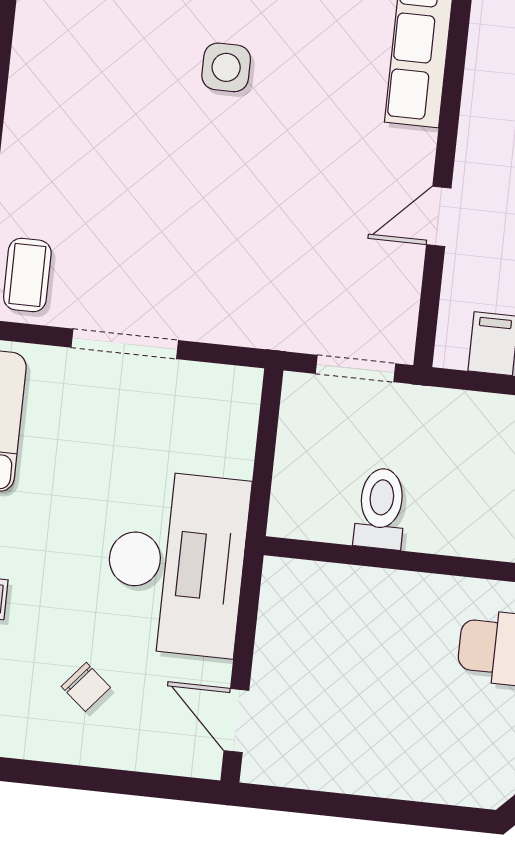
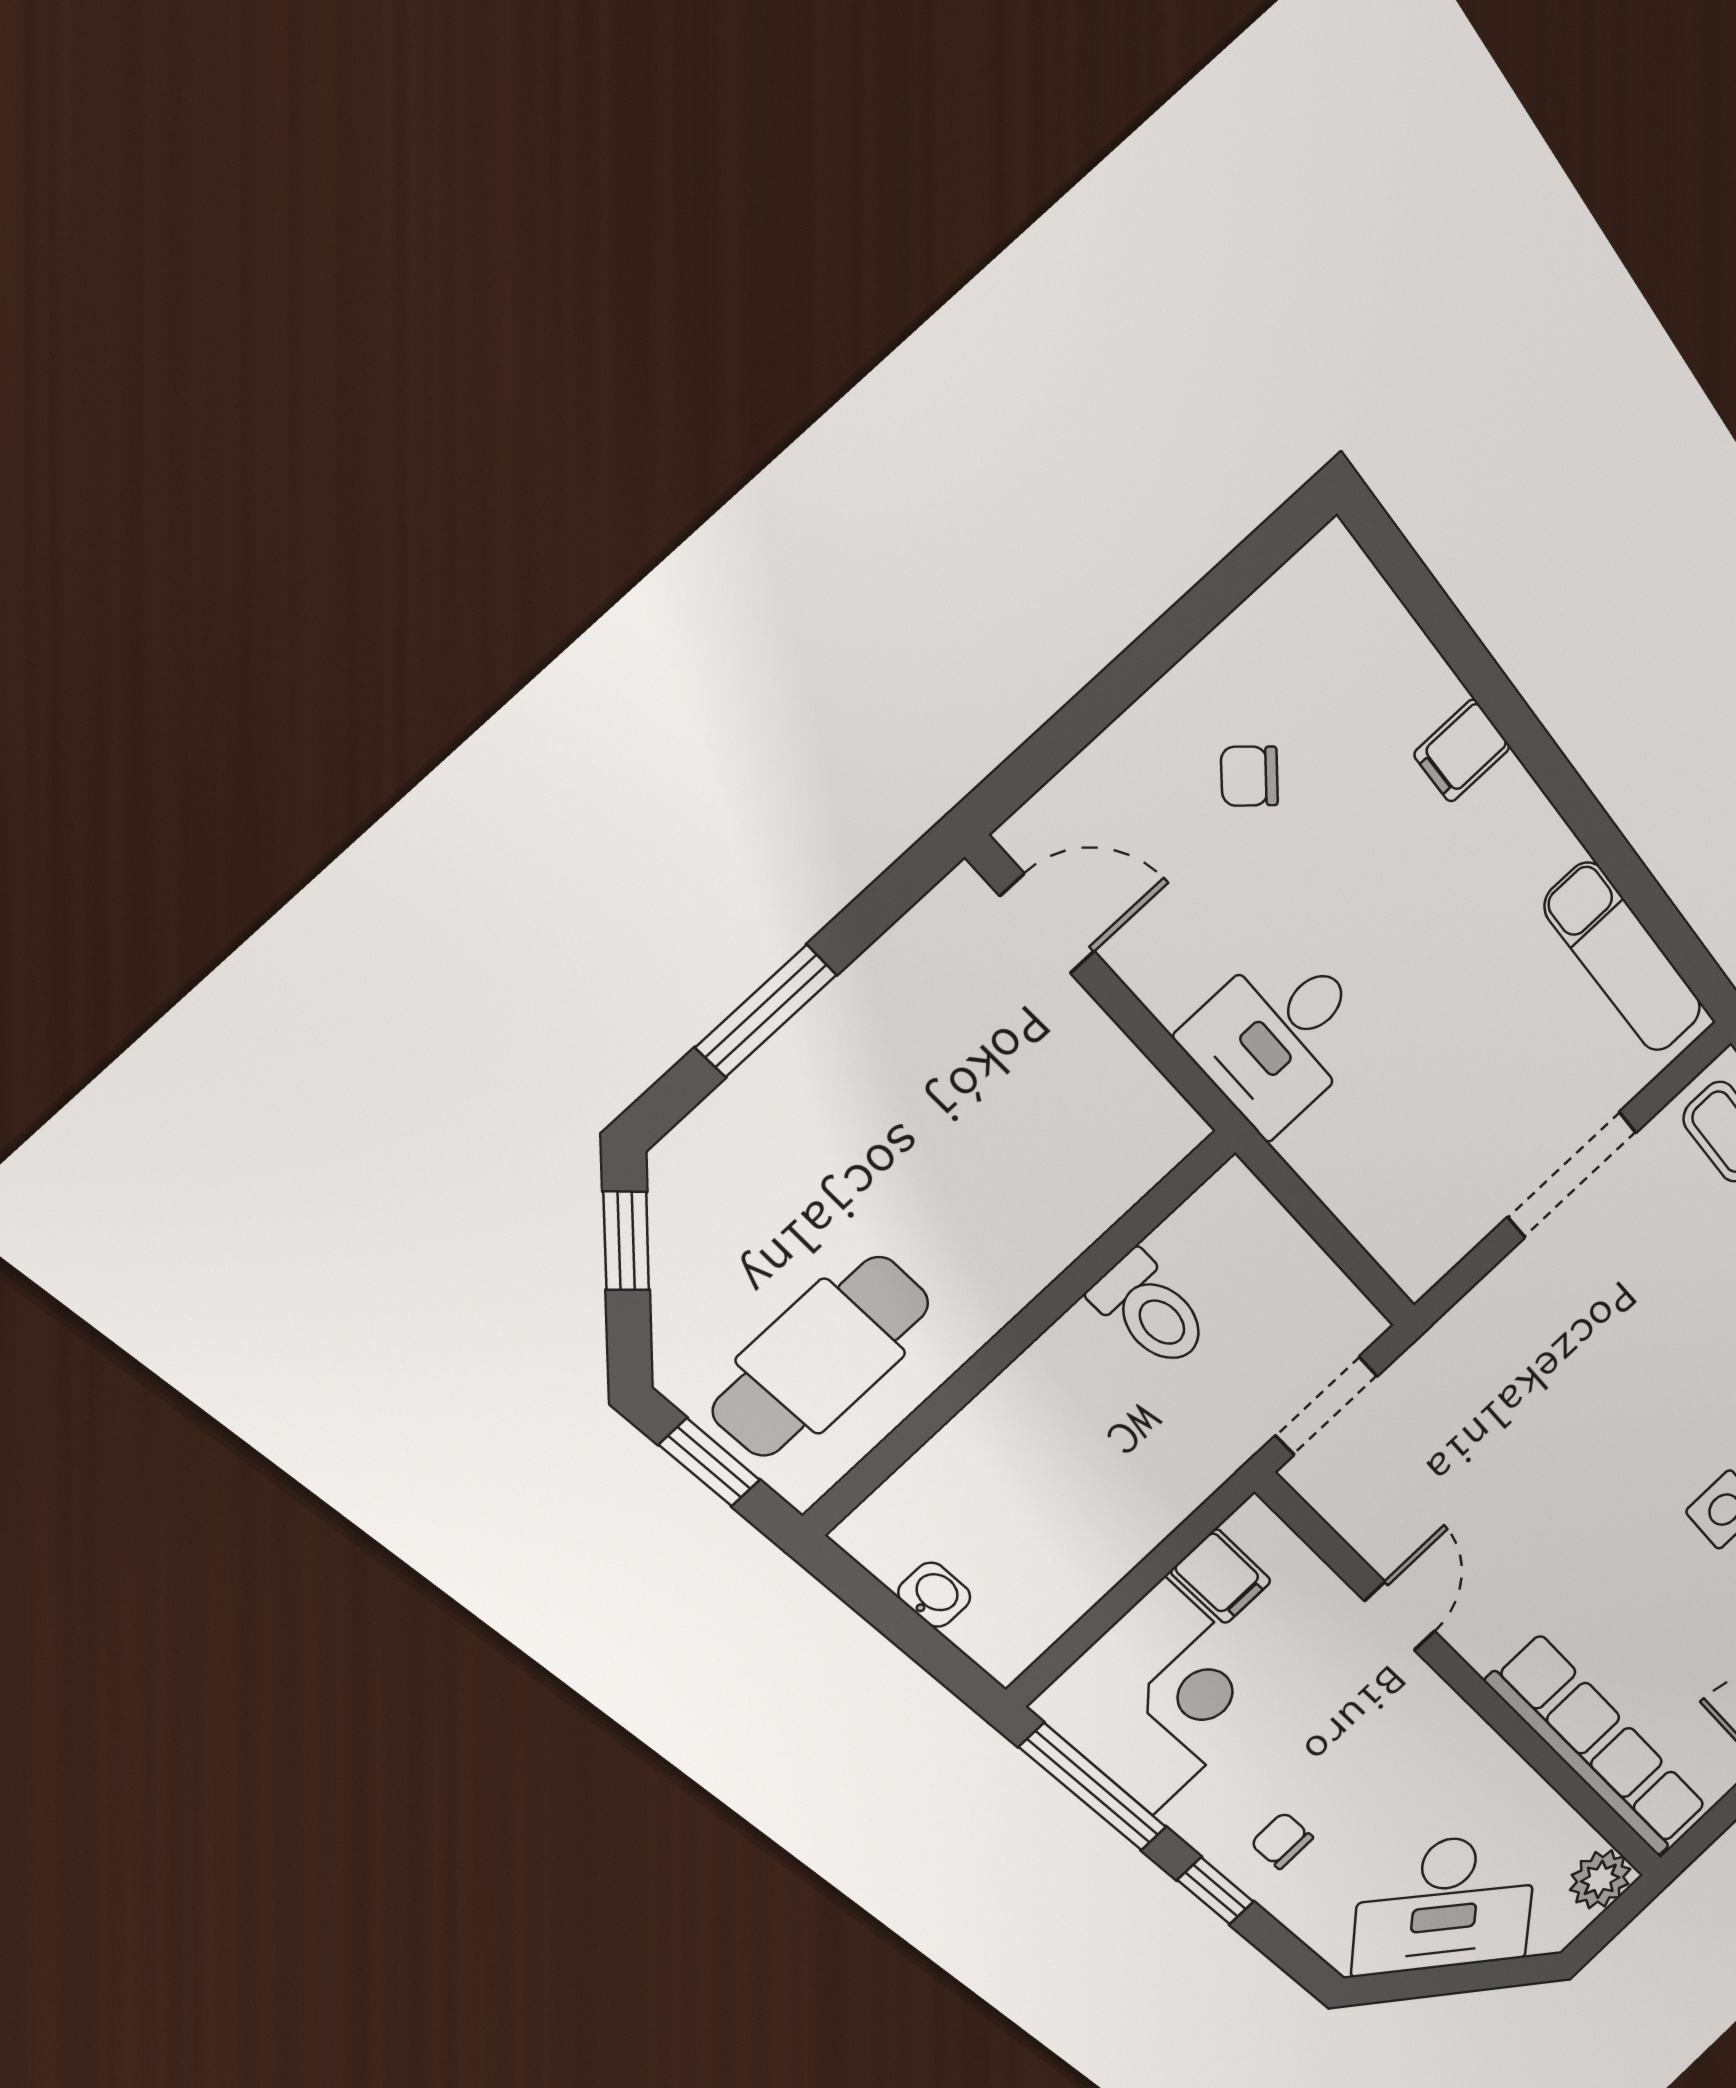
desk: (176, 563) -> (1278, 1036), width x0.53, depth x0.77
window: (386, 810) -> (766, 1011), added

